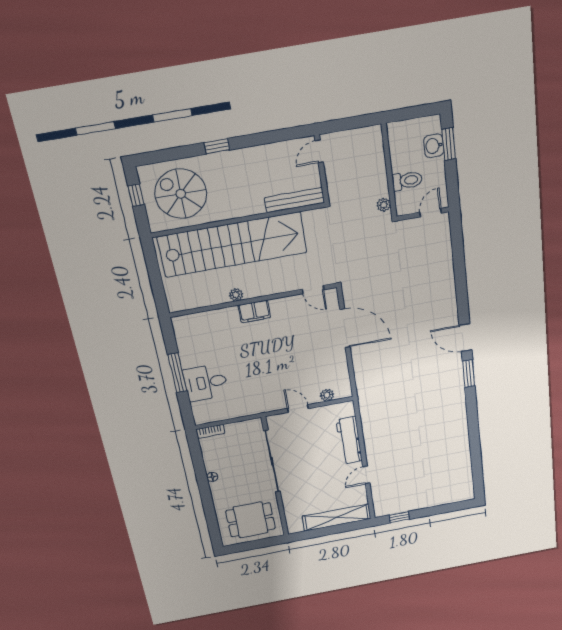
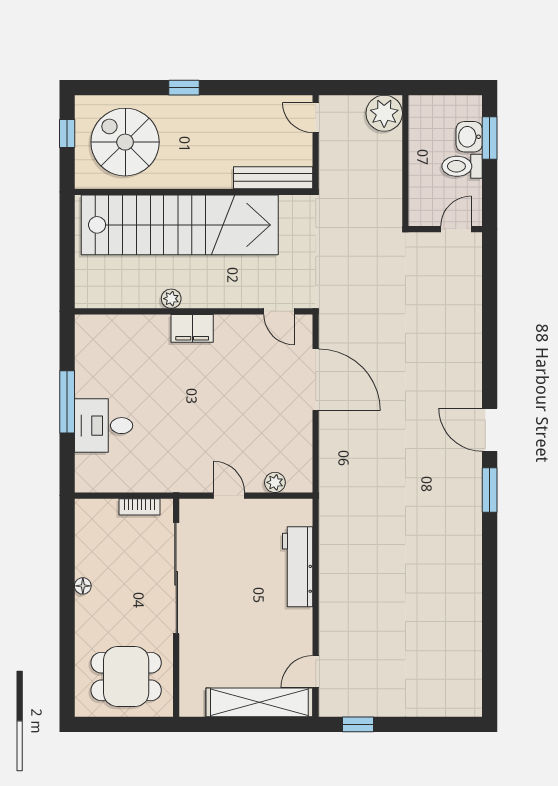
door: (319, 151) -> (316, 118), hinge flipped
toilet: (407, 181) -> (462, 166), moved, turned 180
plant: (384, 205) -> (384, 113), moved, width x1.88, depth x1.88
bookcase: (210, 431) -> (139, 507), moved
door: (366, 475) -> (316, 672), moved

